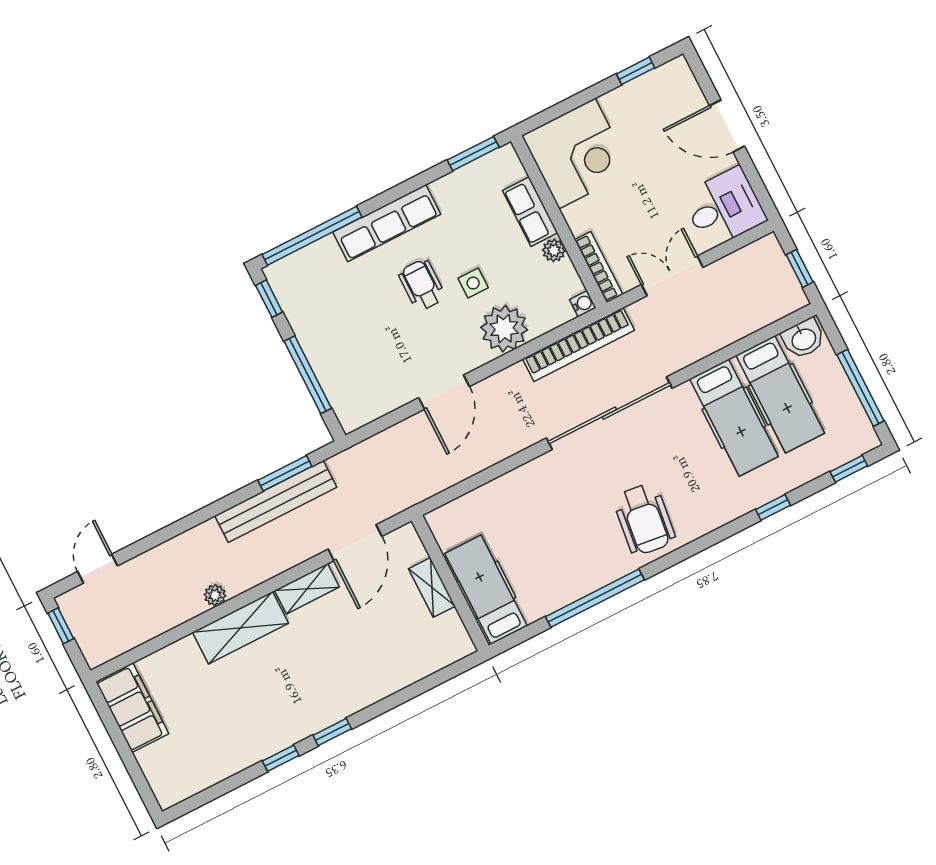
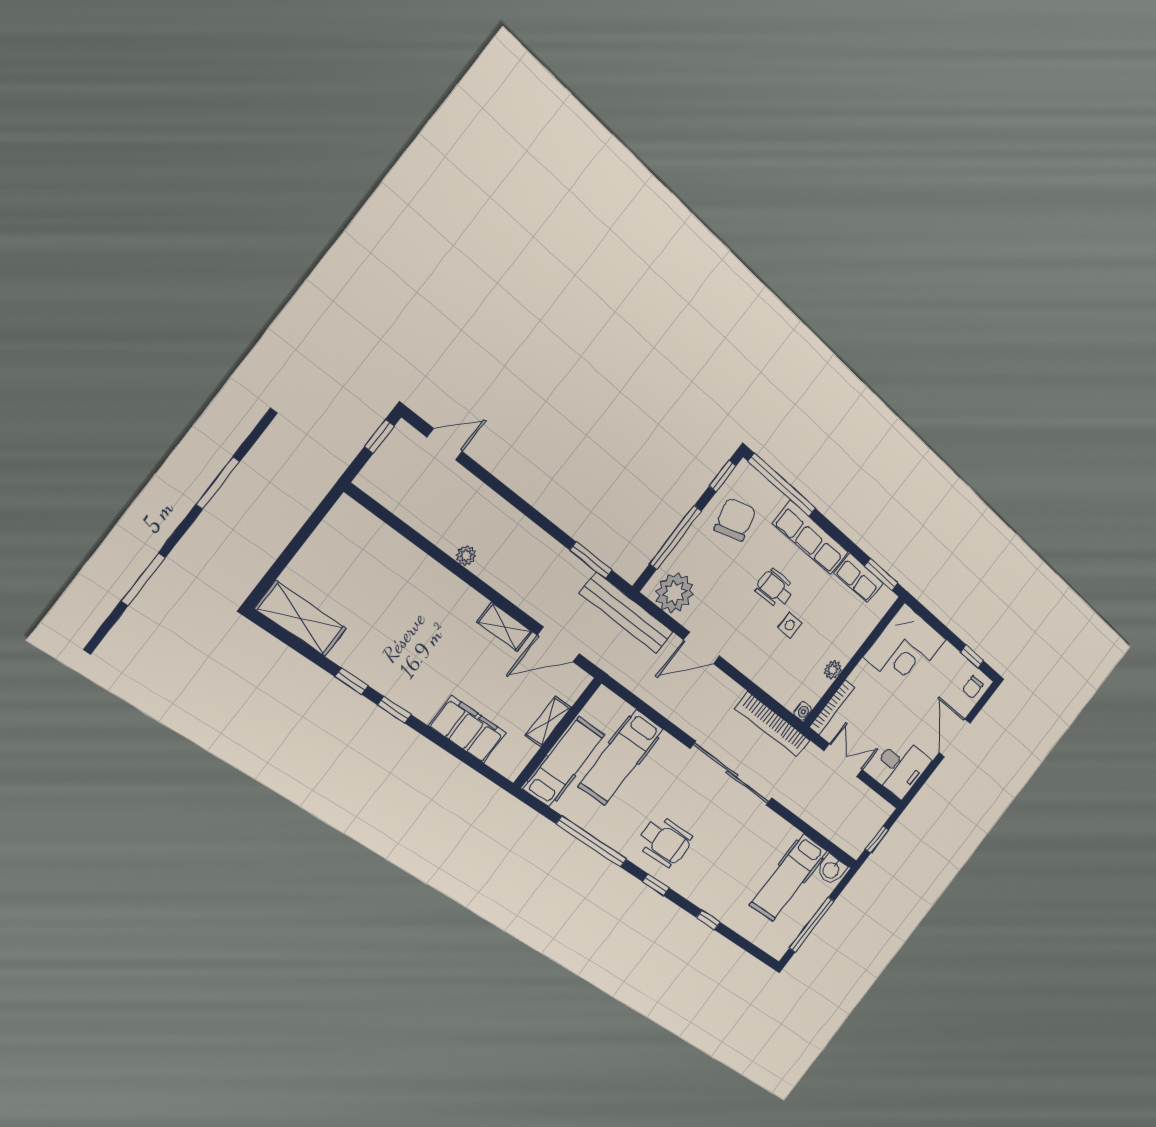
chair: (675, 82) -> (973, 687), added
row of seats: (530, 212) -> (859, 578), moved, turned -90
wheelchair: (422, 285) -> (775, 588), turned -90
chair: (322, 302) -> (735, 520), added
plant: (504, 329) -> (674, 593), moved
hospital bed: (734, 418) -> (621, 758), moved
window: (849, 469) -> (656, 885), moved
bench: (276, 501) -> (627, 613), moved
wheelchair: (644, 519) -> (665, 841), turned -97
shelving: (241, 628) -> (301, 619), moved
filing cabinet: (132, 708) -> (468, 729), moved, turned -90

